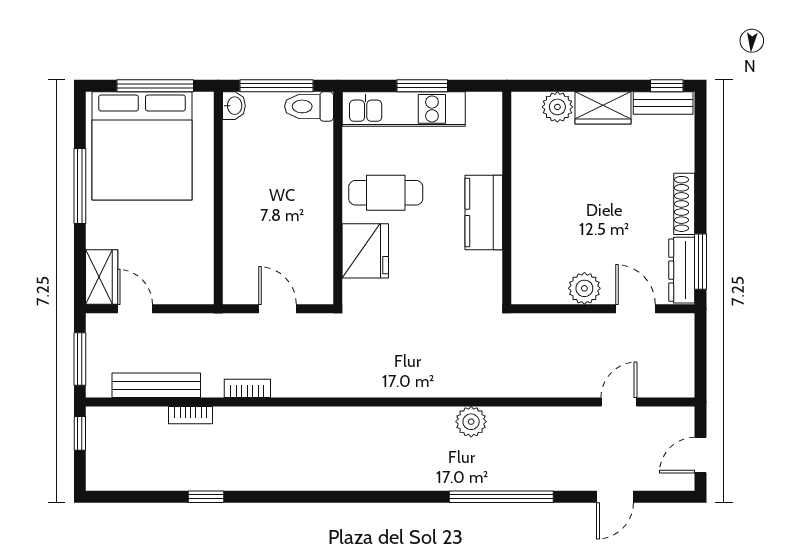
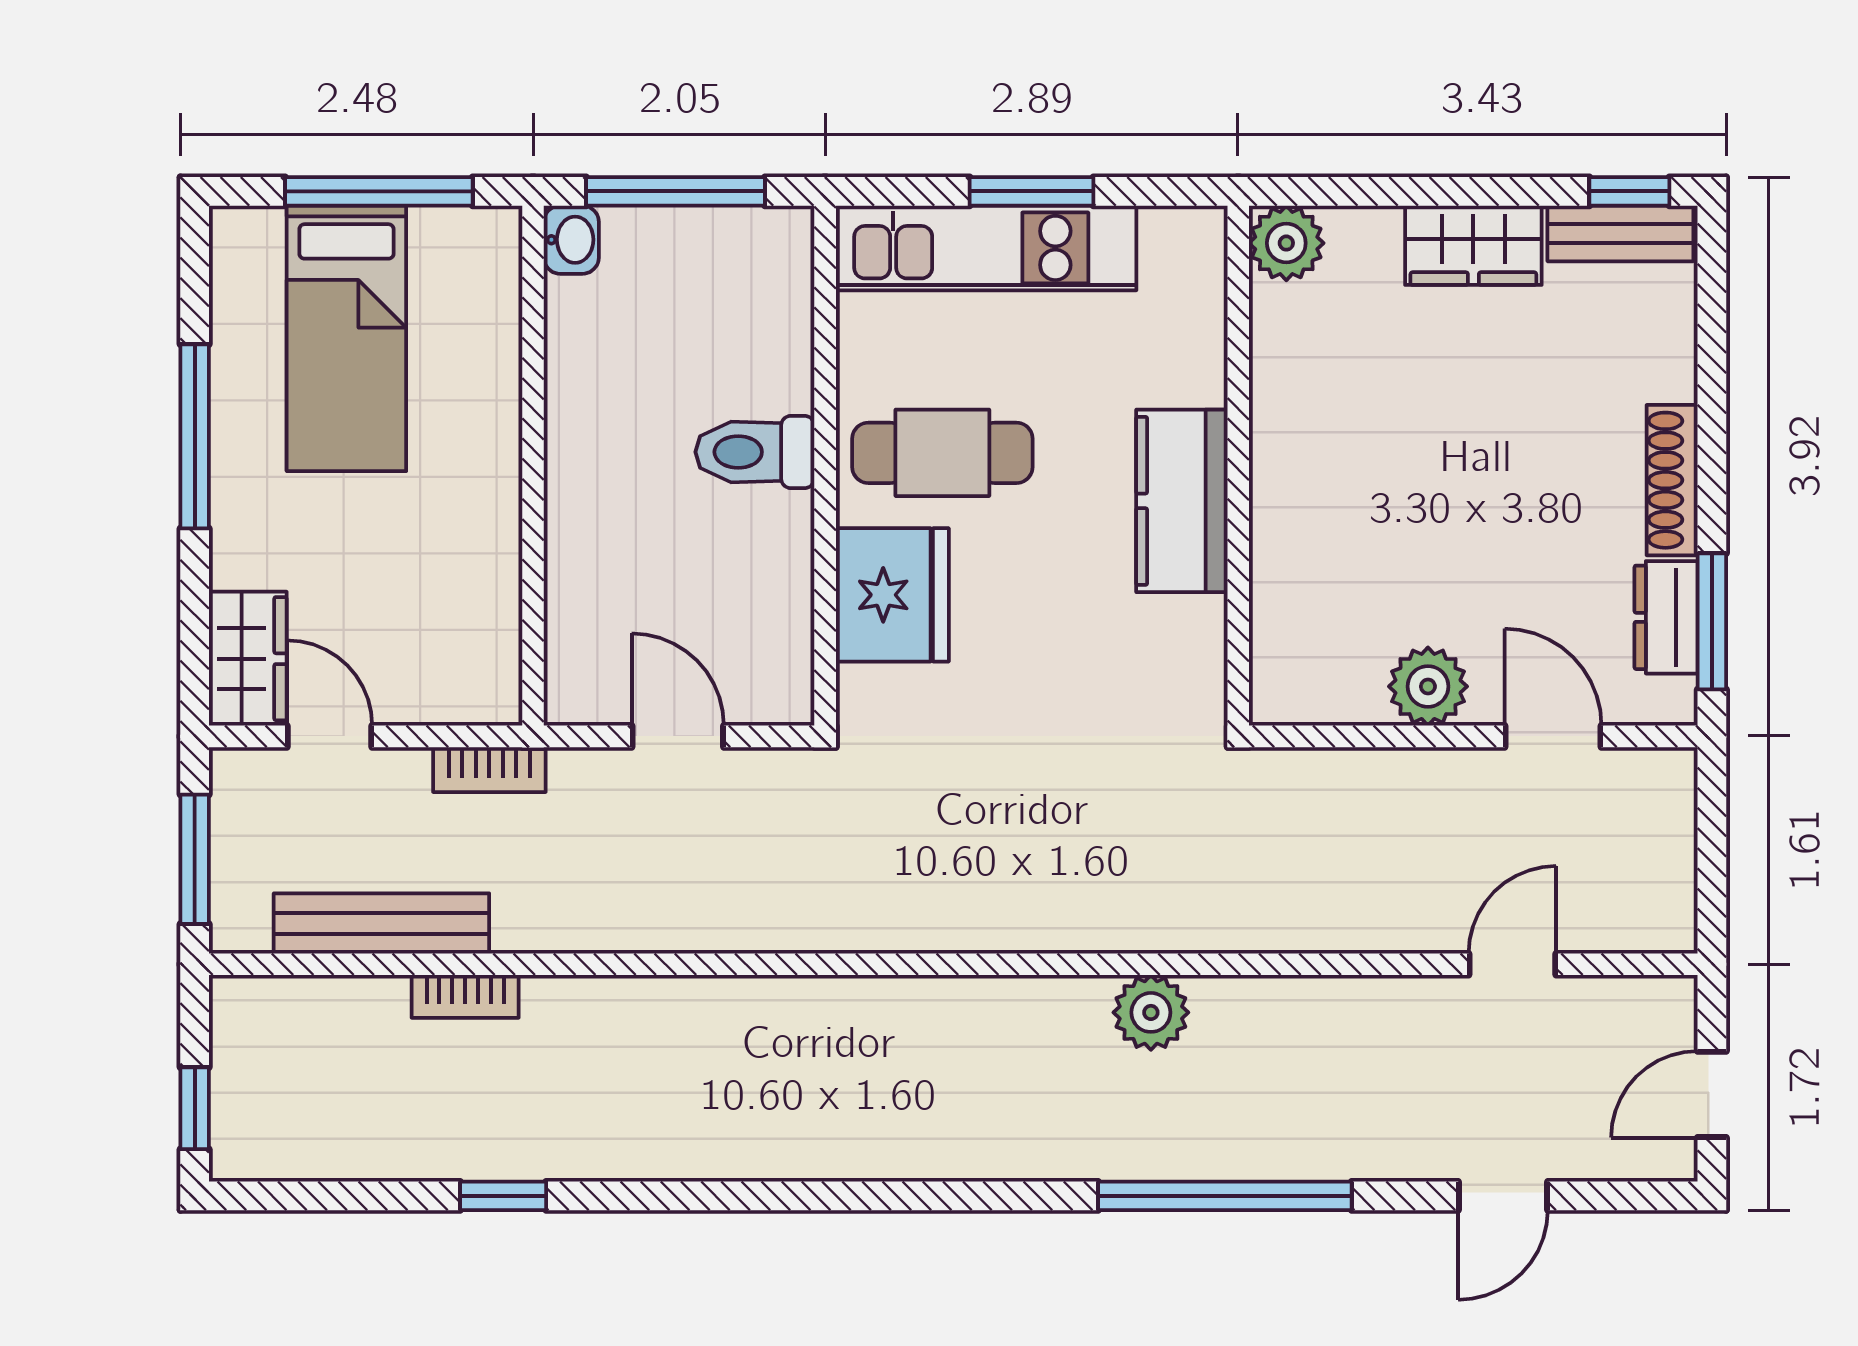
toilet: (309, 106) -> (755, 452), moved
plant: (557, 107) -> (1286, 243), moved
bed: (142, 146) -> (346, 338), width x0.49
dresser: (682, 270) -> (1666, 617), width x0.70
bookcase: (247, 388) -> (489, 770), moved, turned 180
window: (80, 433) -> (195, 1108), moved

